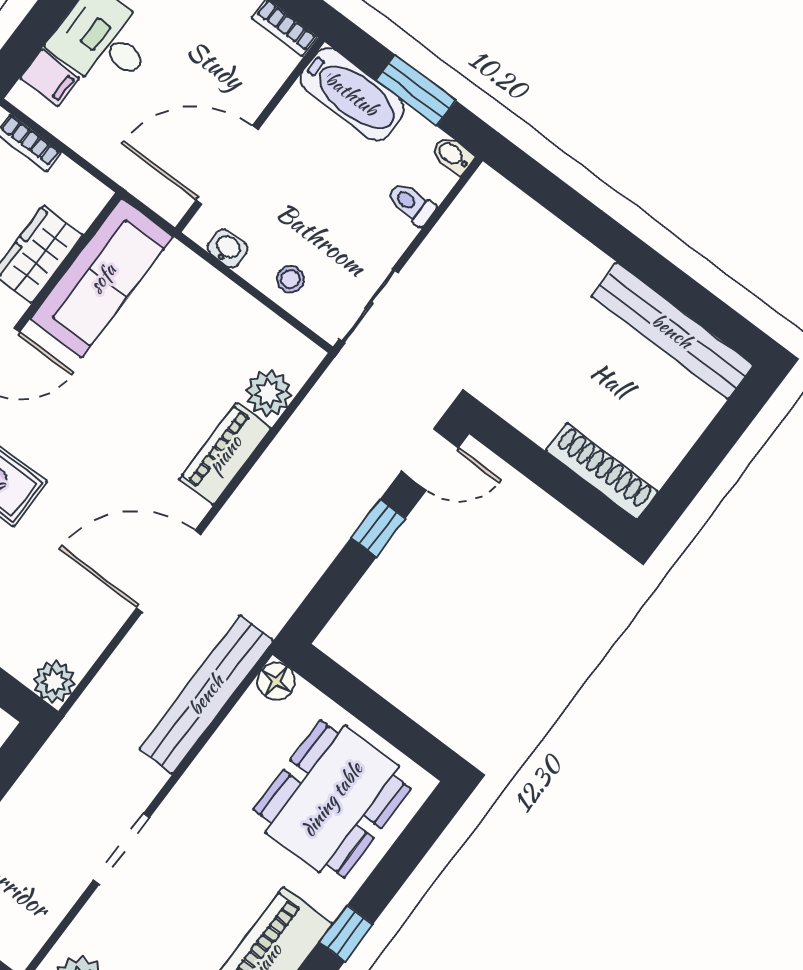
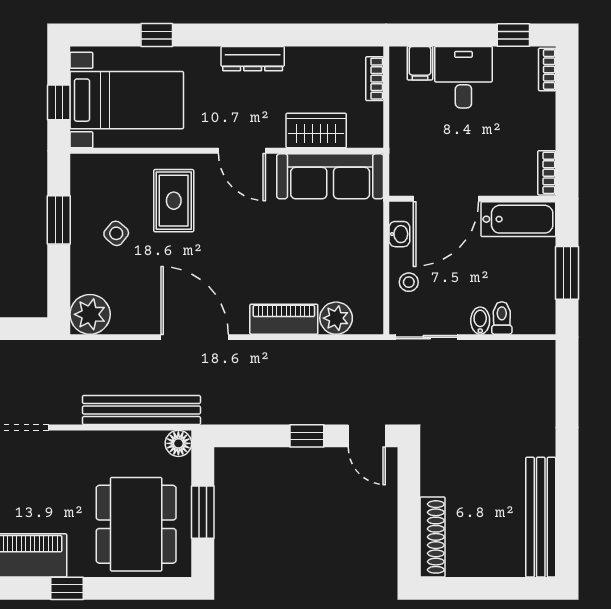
bathtub: (352, 94) -> (518, 219), moved, turned -90
bidet: (453, 155) -> (480, 321), moved
door: (227, 165) -> (446, 199), swing flipped
plant: (54, 682) -> (90, 314), width x1.36, depth x1.36
window: (376, 712) -> (203, 512), added
dining table: (332, 799) -> (136, 524), turned 90

